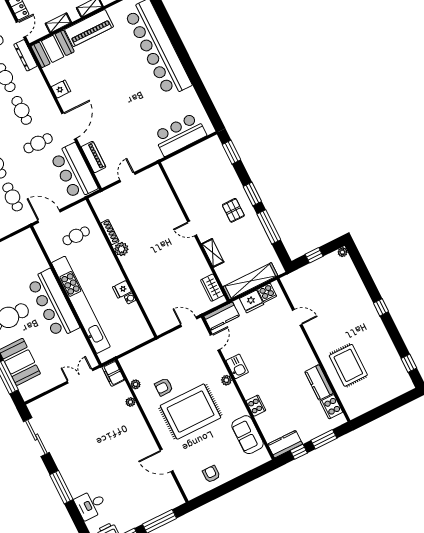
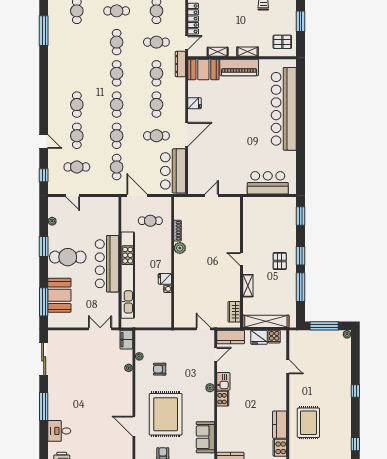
piano: (93, 157) -> (193, 167), removed
window: (314, 255) -> (324, 326), width x2.17
cooker: (256, 406) -> (223, 399), moved
rug: (191, 412) -> (166, 414), moved, turned 90

